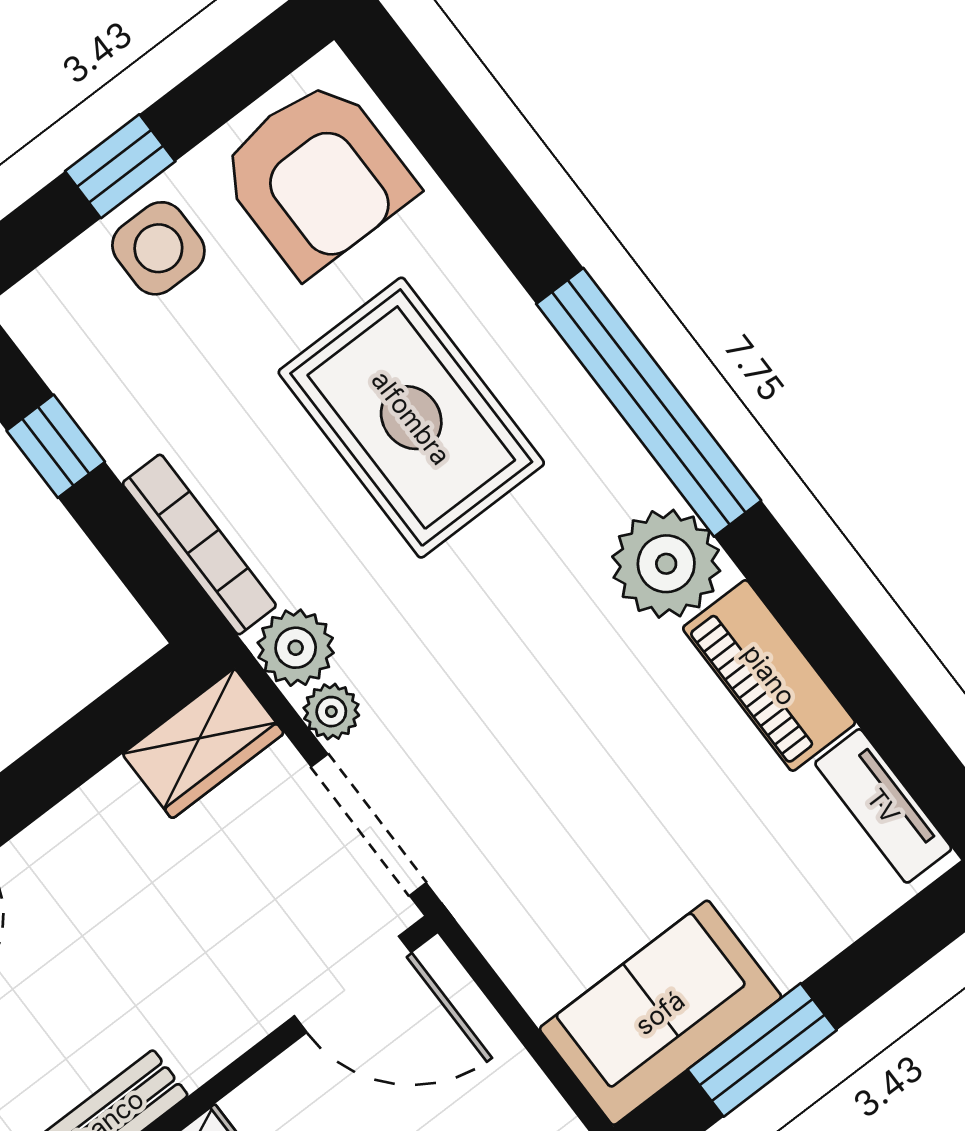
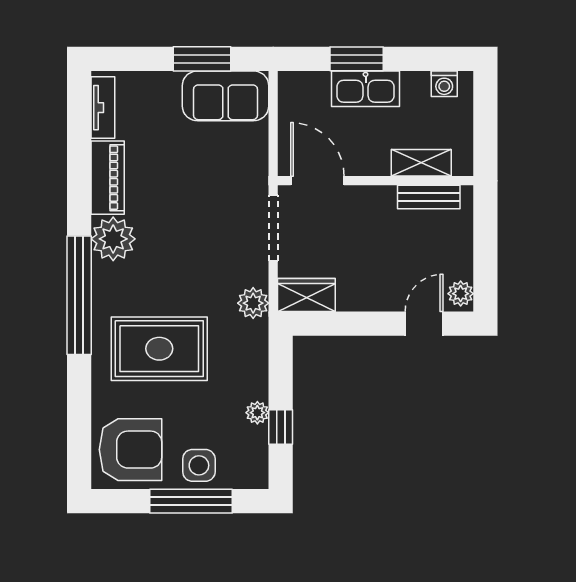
window: (120, 166) -> (191, 501), width x2.17
armchair: (316, 177) -> (131, 450), turned 90
rug: (411, 418) -> (159, 349), turned 90
bookcase: (199, 545) -> (259, 360), removed
plant: (331, 712) -> (257, 413), moved

